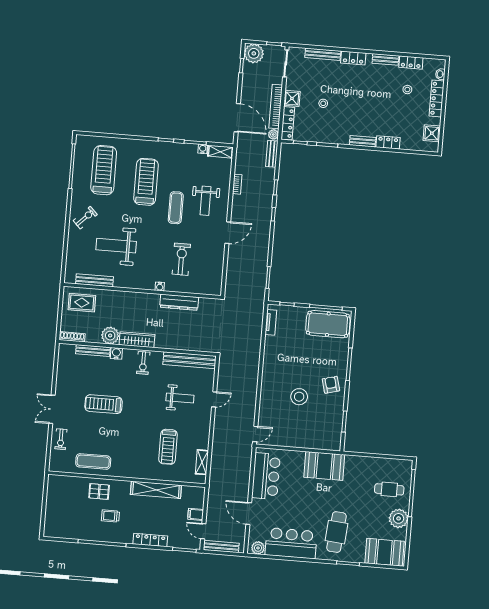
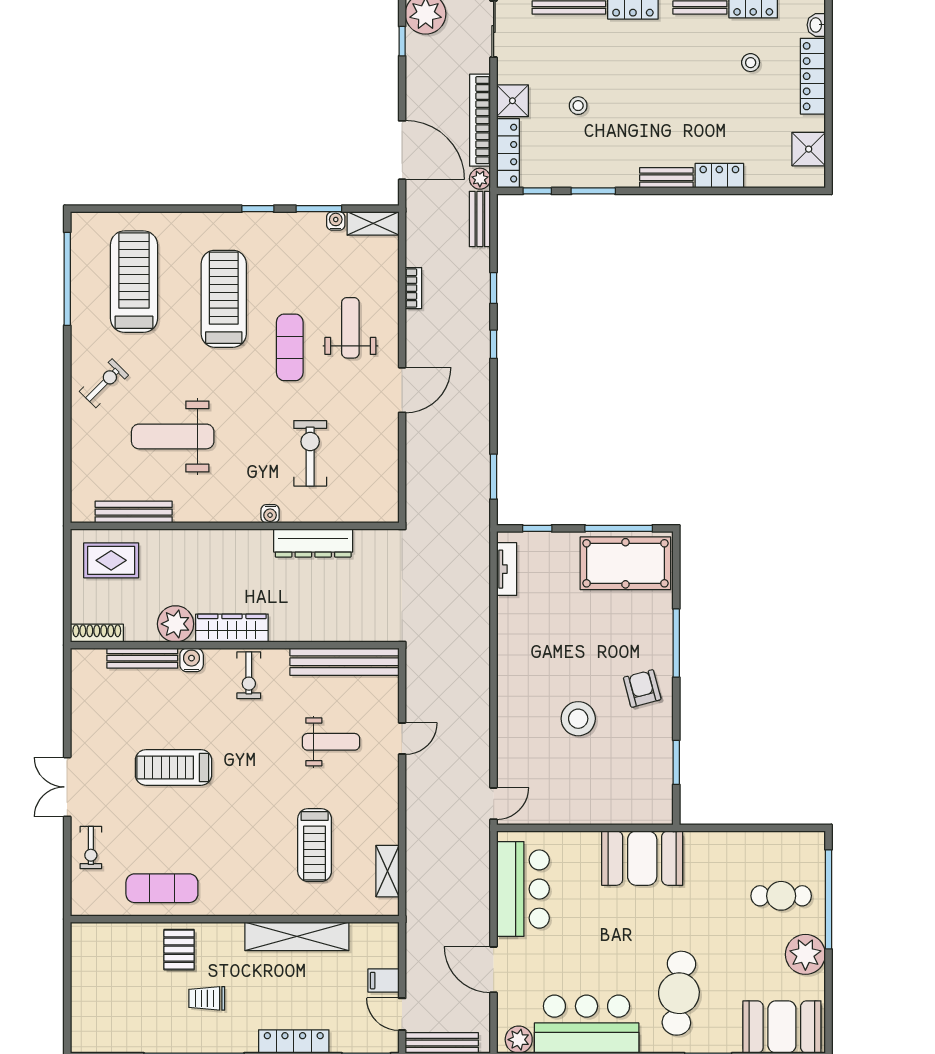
weight bench: (205, 201) -> (350, 328), turned 180
pallet: (99, 492) -> (179, 950), turned 90

